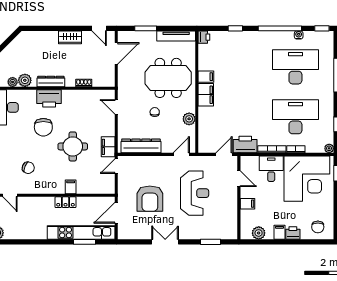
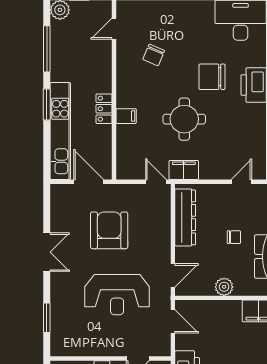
door: (181, 154) -> (173, 275), hinge flipped
door: (224, 154) -> (173, 321), moved
armchair: (150, 199) -> (109, 230), turned 90
window: (24, 242) -> (47, 49), added
window: (84, 242) -> (47, 105), moved

